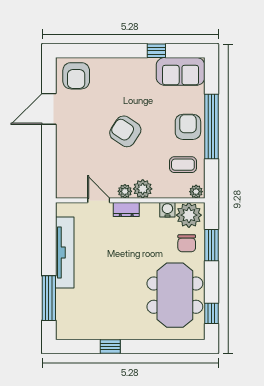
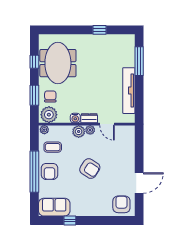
water cooler: (167, 210) -> (75, 118), moved
window: (211, 313) -> (34, 62), moved

